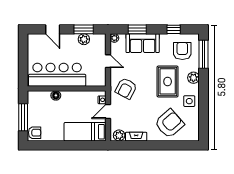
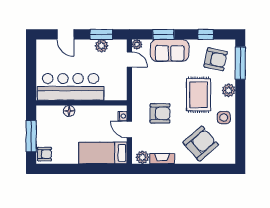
armchair: (182, 51) -> (216, 59), turned 102
door: (108, 61) -> (129, 59), moved
armchair: (126, 88) -> (160, 113), moved, turned -118
door: (108, 112) -> (129, 130), hinge flipped

